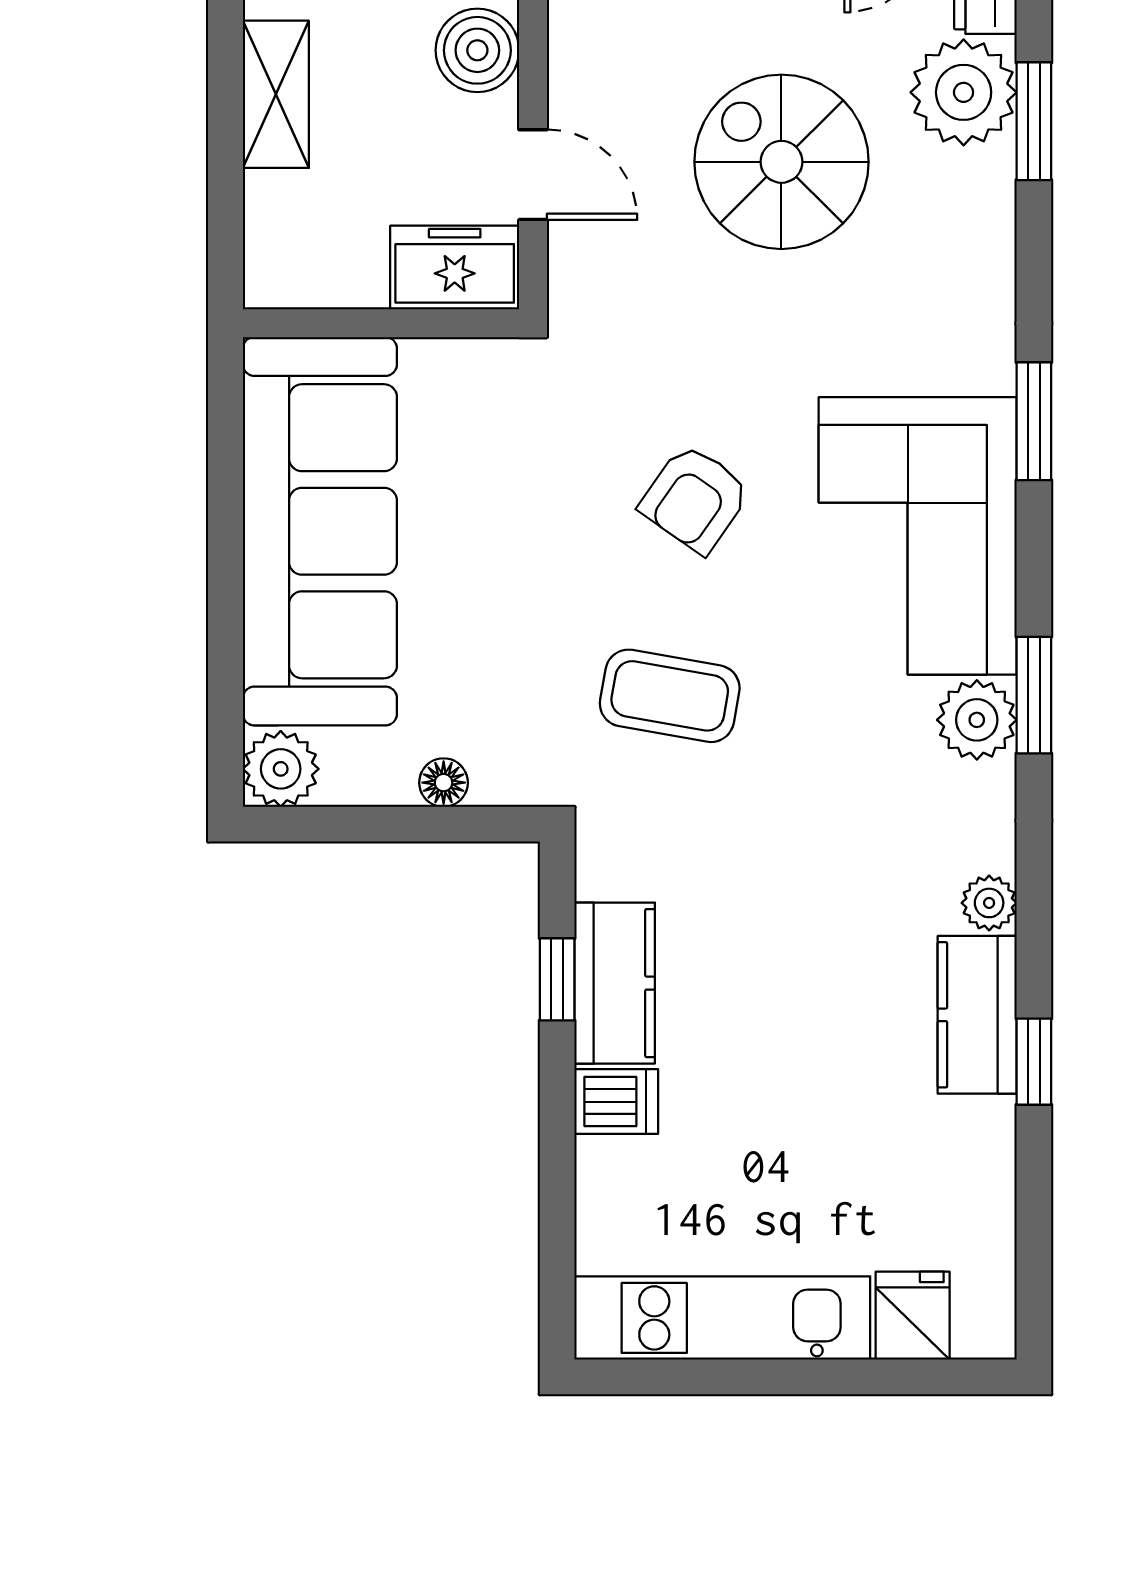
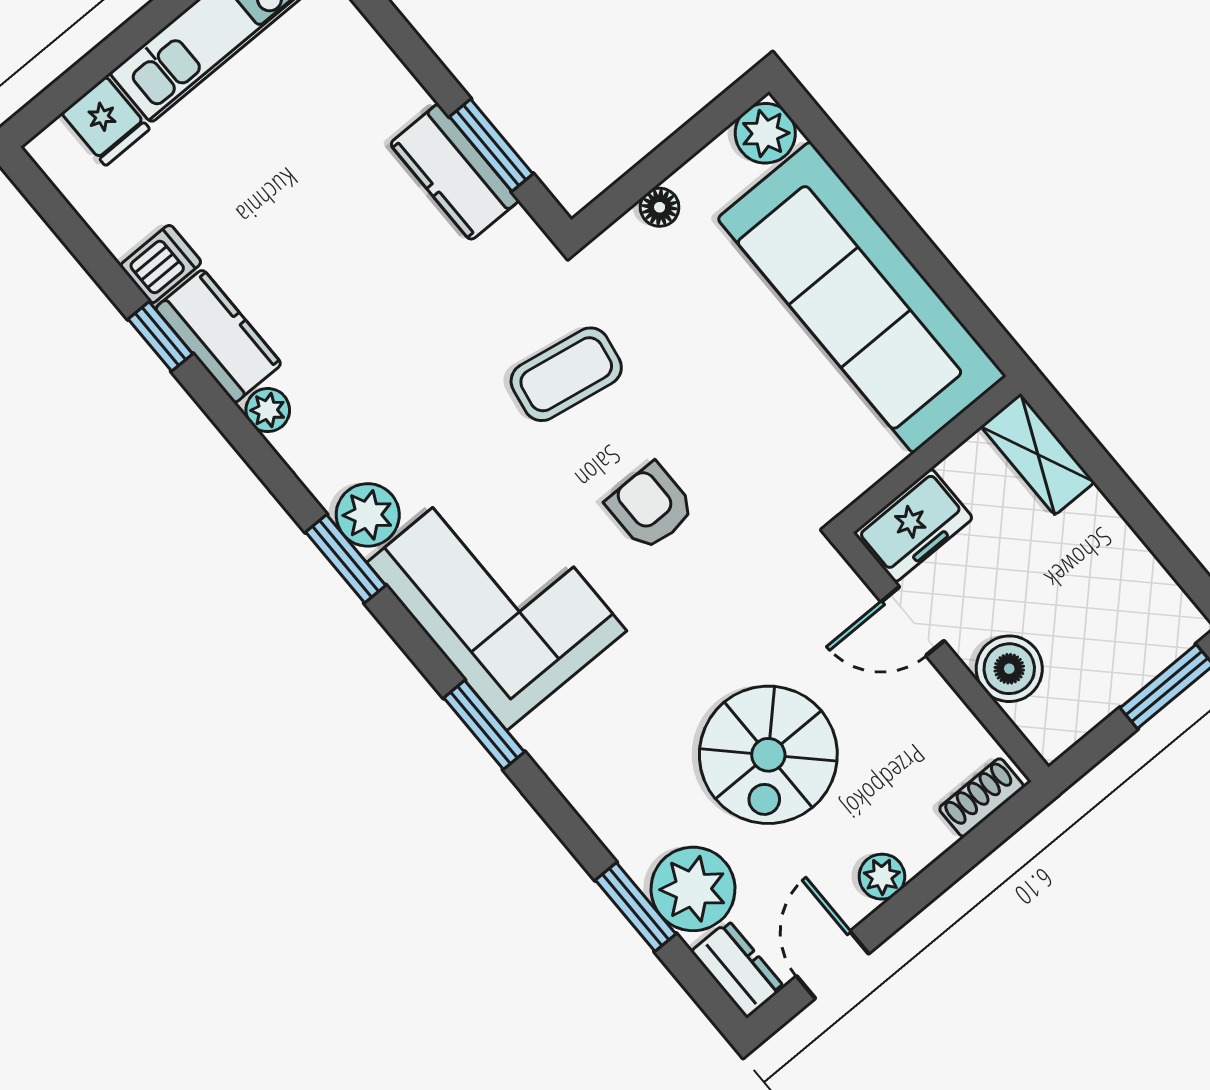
shelving: (276, 94) -> (1038, 454), moved
spiral stairs: (781, 162) -> (768, 755), turned 90
armchair: (695, 499) -> (651, 507), turned -35
window: (557, 979) -> (491, 145), width x1.50
dishwasher: (616, 1102) -> (161, 264), moved, turned 180

